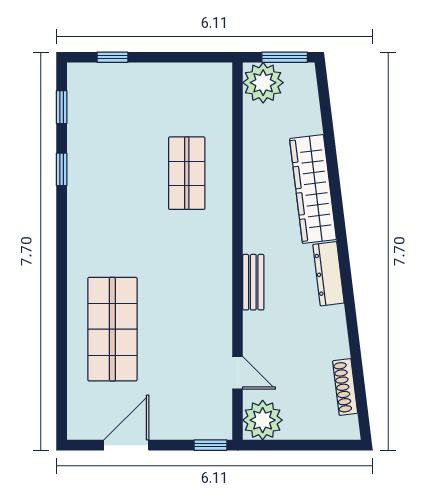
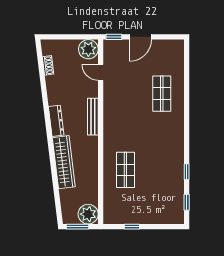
window: (112, 57) -> (132, 227), moved
bench: (253, 282) -> (93, 117), width x1.36
shop shelf: (112, 329) -> (162, 94), width x0.70, depth x0.74
shoe rack: (345, 387) -> (48, 65), width x0.70
door: (126, 445) -> (140, 37), moved

